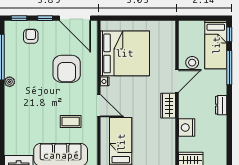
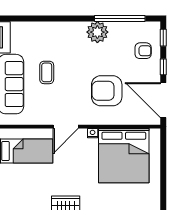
door: (75, 18) -> (163, 100), hinge flipped
plant: (10, 82) -> (97, 32), width x1.88, depth x1.88
coffee table: (71, 121) -> (47, 72), moved

